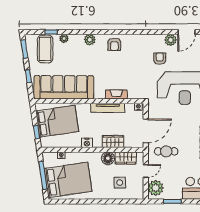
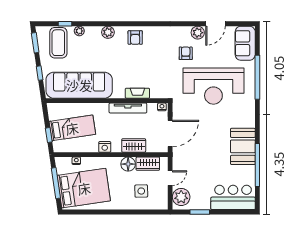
bed: (57, 121) -> (72, 128), width x0.67
cafe table: (166, 151) -> (193, 156), removed

